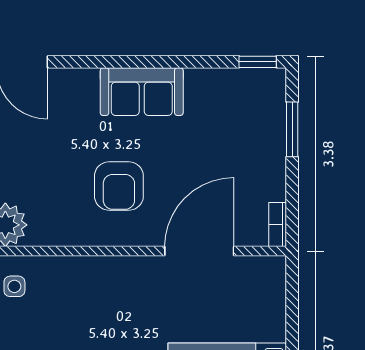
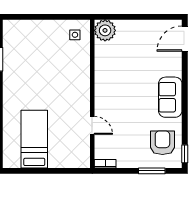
armchair: (119, 186) -> (162, 143), moved, turned 90
door: (199, 251) -> (92, 125), width x0.53

